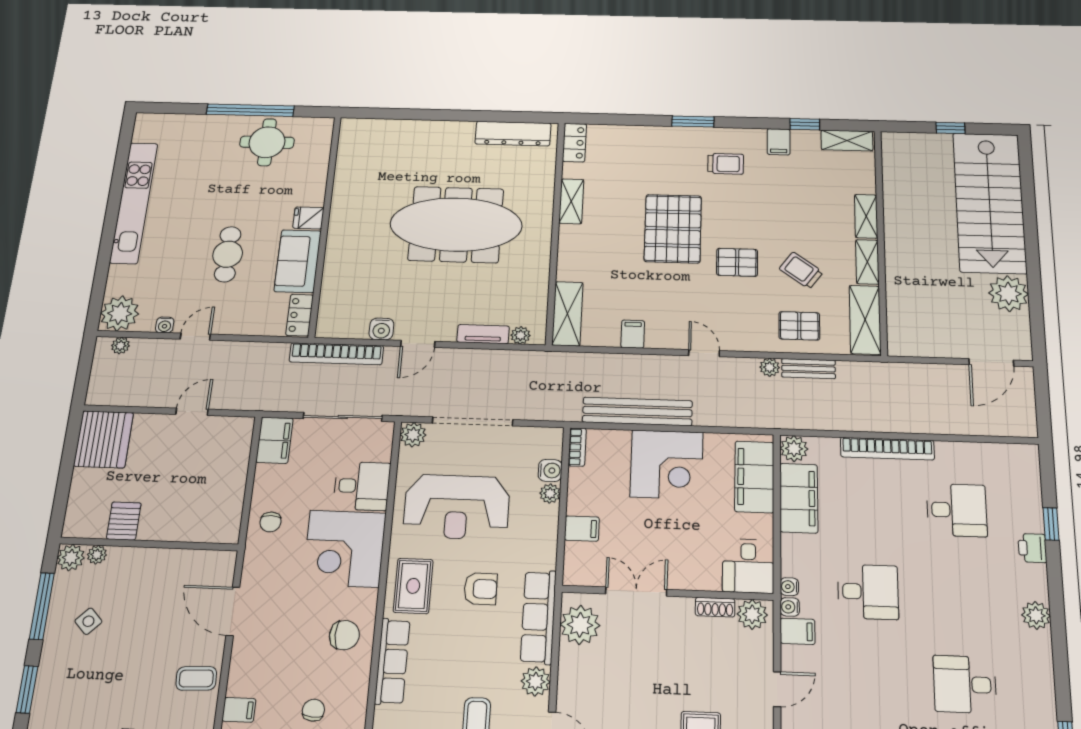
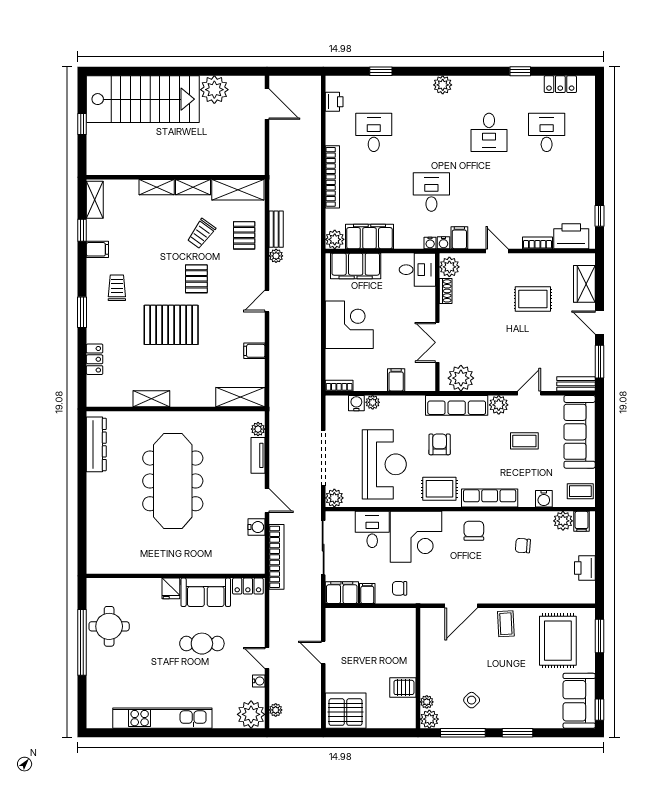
locker: (574, 143) -> (95, 359), moved, turned 90
bench: (637, 412) -> (312, 346), removed
chair: (270, 522) -> (400, 588), turned 180
printer: (1032, 548) -> (334, 102), moved, turned -90
filing cabinet: (239, 710) -> (367, 593), moved

